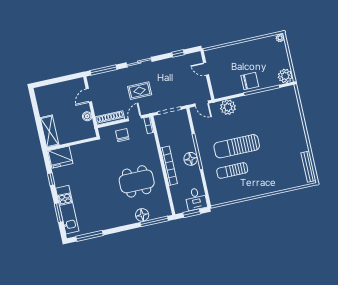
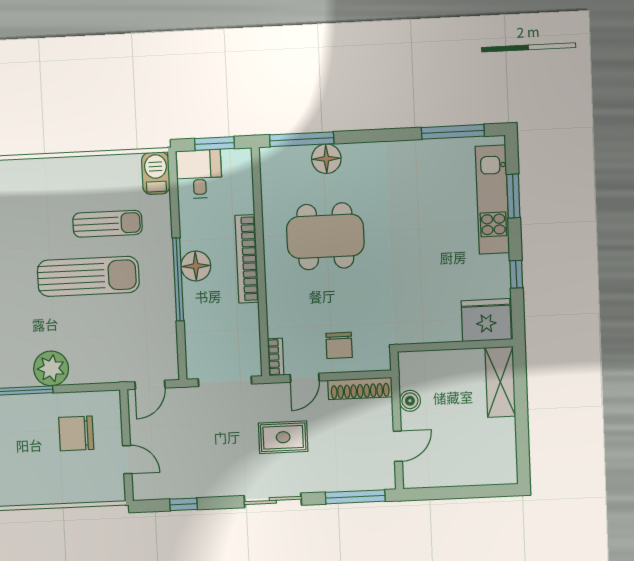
chair: (250, 81) -> (76, 433), moved
door: (202, 104) -> (150, 385), swing flipped
plant: (228, 107) -> (51, 368), moved
barbecue: (215, 196) -> (156, 173), added

